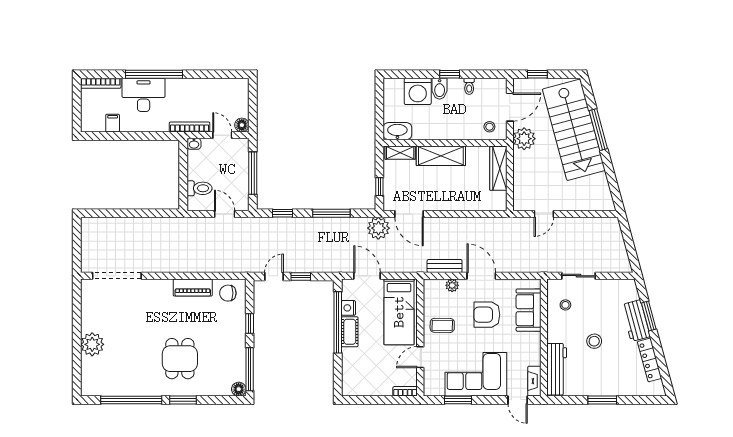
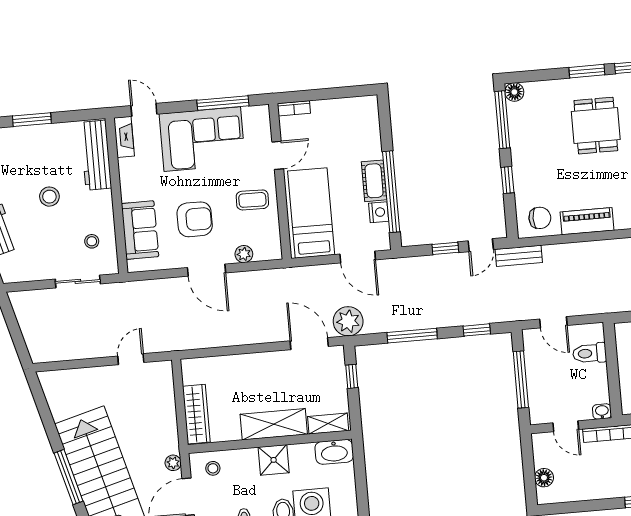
floor lamp: (242, 125) -> (544, 478), moved
shower: (443, 129) -> (274, 460), added
plant: (524, 139) -> (173, 463), width x0.53, depth x0.53
bench: (445, 266) -> (519, 256), moved
window: (458, 400) -> (223, 103), width x1.44

